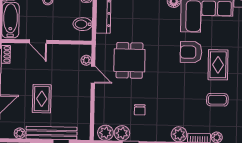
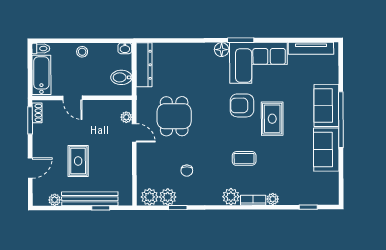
coffee table: (217, 100) -> (244, 158), moved

